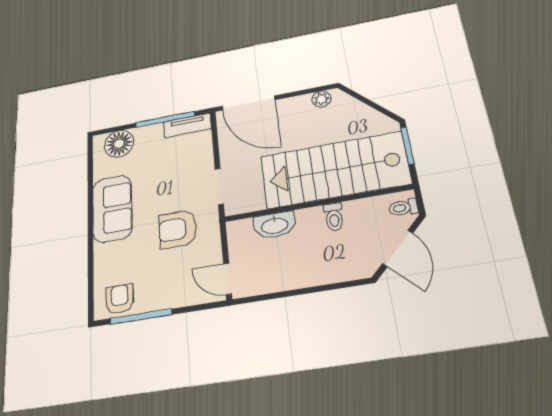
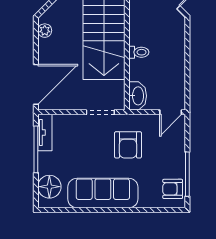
sofa: (112, 209) -> (103, 193), width x1.36
toilet: (334, 217) -> (139, 52), moved
washbasin: (275, 225) -> (138, 96), moved

